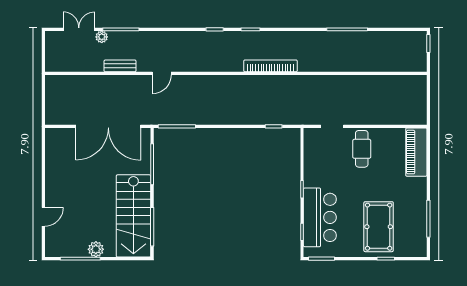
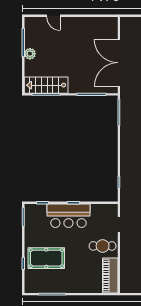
piano: (416, 152) -> (110, 276), moved, turned -90
stairs: (133, 216) -> (46, 85), width x0.73, depth x0.66
bar counter: (320, 217) -> (68, 216), moved

